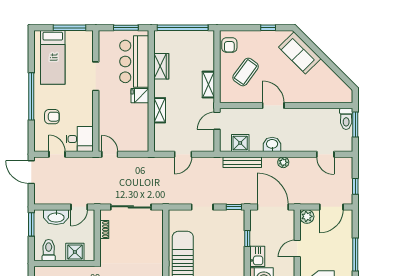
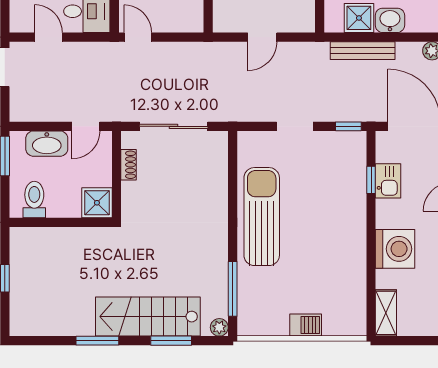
washbasin: (272, 144) -> (390, 20), moved
shower: (75, 252) -> (97, 203), moved
kitchen sink: (257, 256) -> (388, 181), moved

